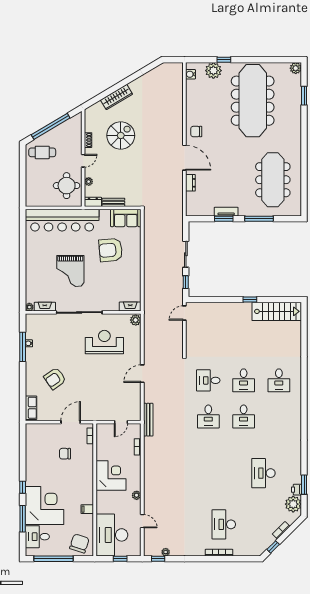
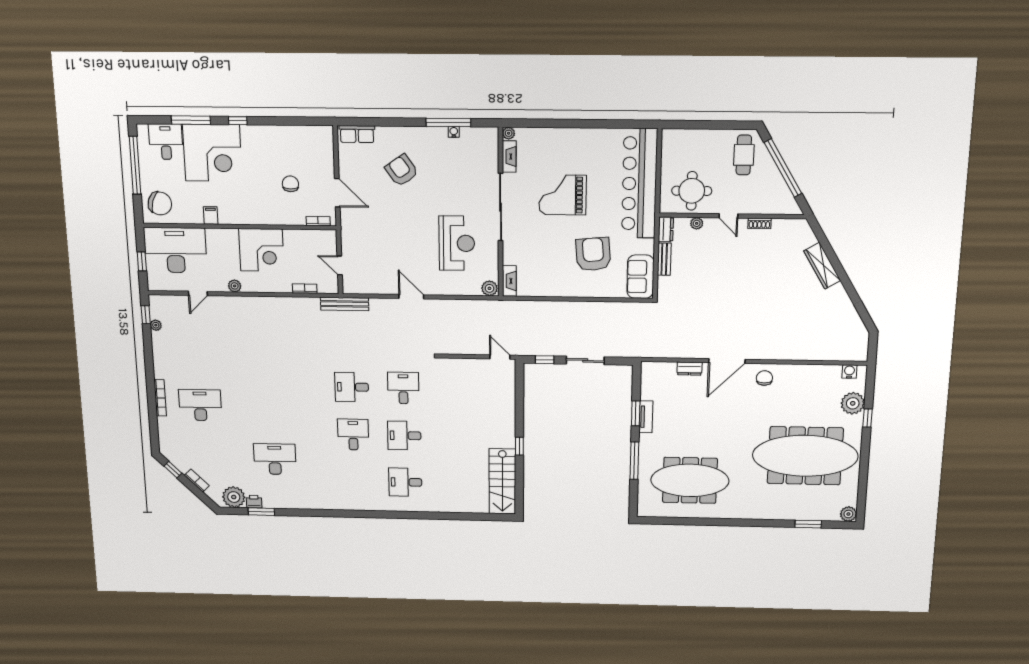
spiral stairs: (121, 135) -> (764, 271), removed
desk: (244, 417) -> (353, 434), turned 90

